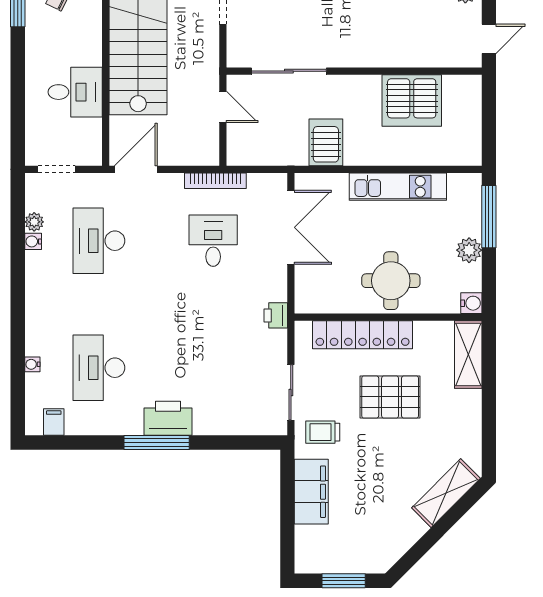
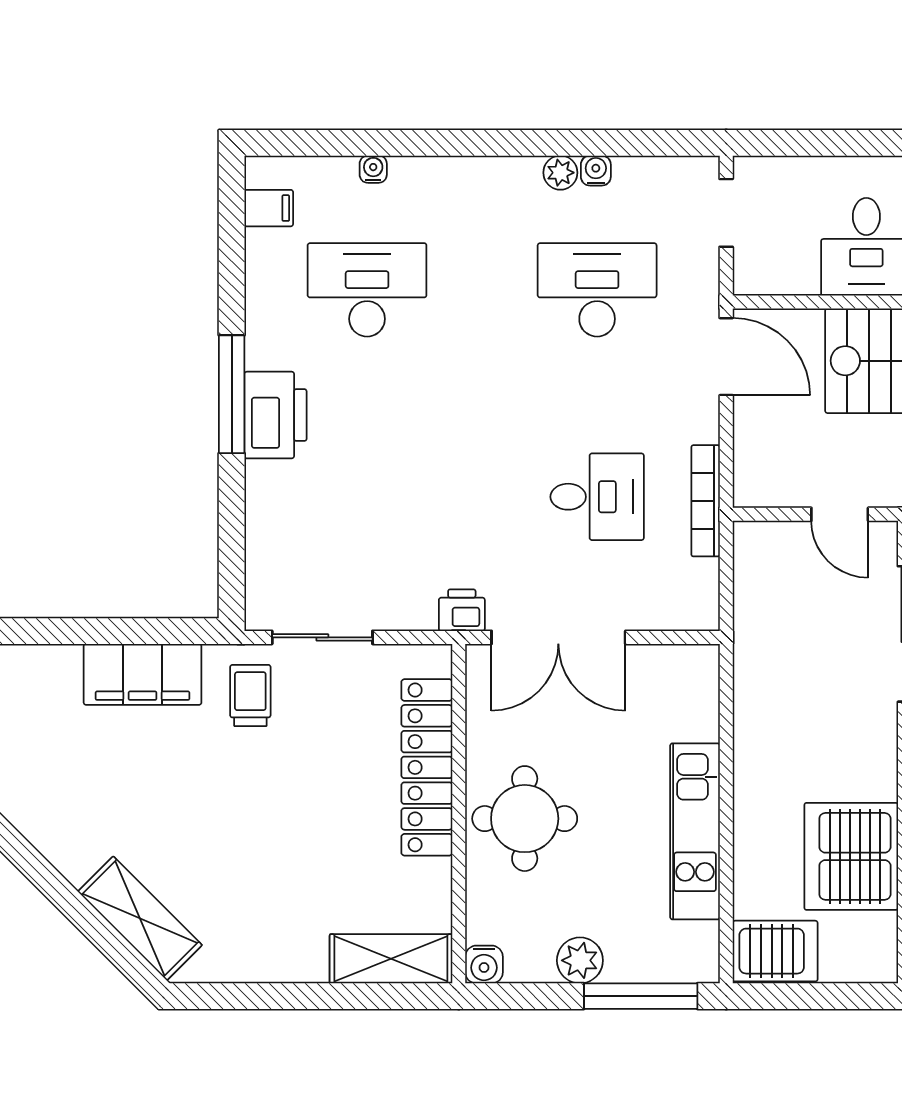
door: (223, 107) -> (840, 514), hinge flipped
server rack: (326, 142) -> (775, 951), moved
plant: (34, 222) -> (560, 173), moved
double door: (291, 227) -> (558, 637), moved
pallet: (390, 397) -> (314, 817), removed

